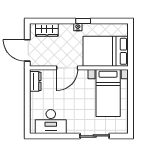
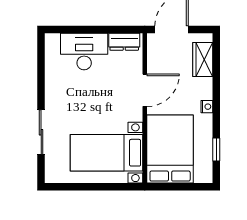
window: (83, 21) -> (216, 150), moved
door: (67, 68) -> (145, 90), swing flipped
desk: (51, 122) -> (84, 52), moved, turned 90

